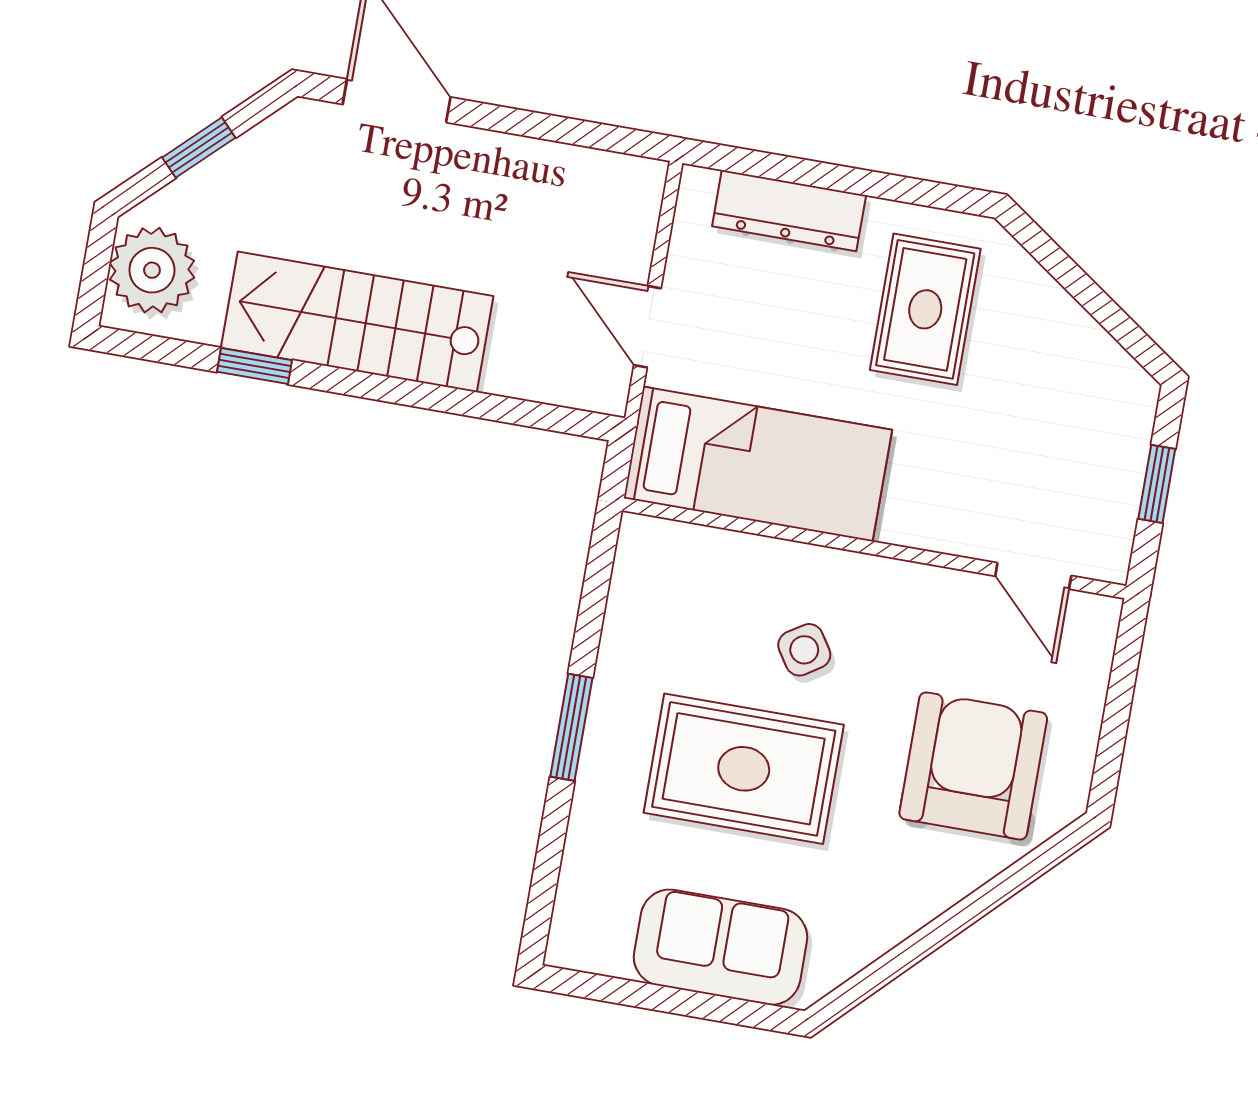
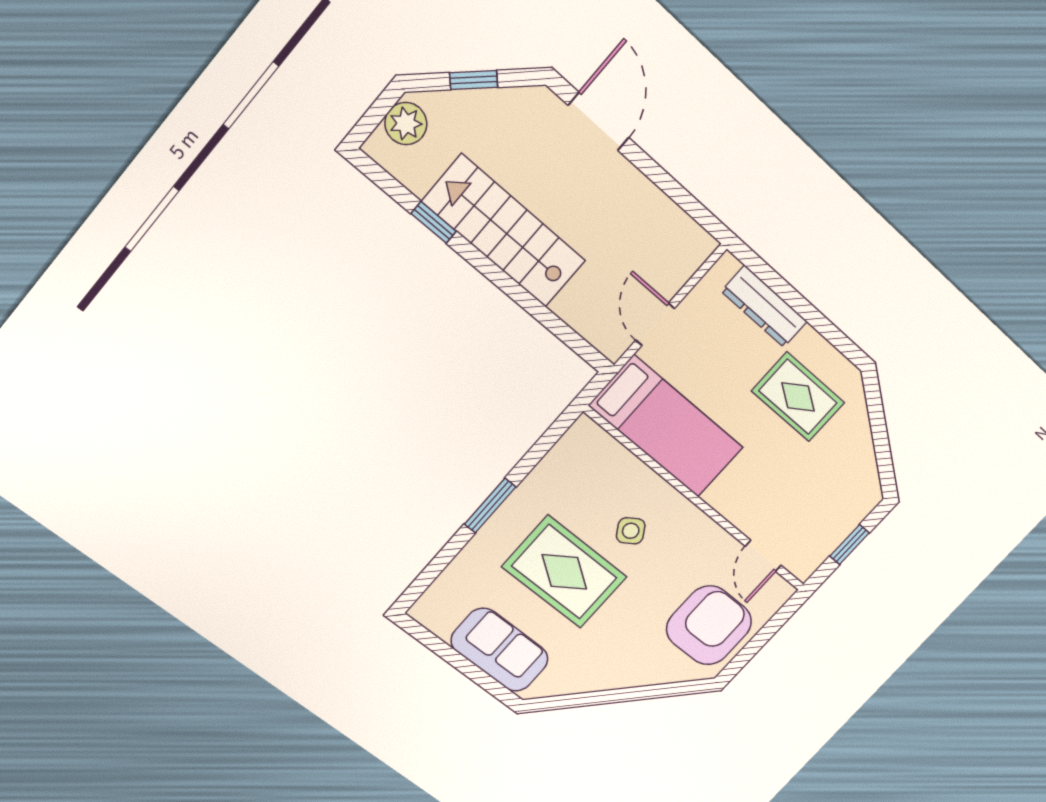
plant: (152, 270) -> (406, 124), width x0.73, depth x0.73
rug: (925, 309) -> (798, 397), turned 90
armchair: (973, 766) -> (709, 625), moved

